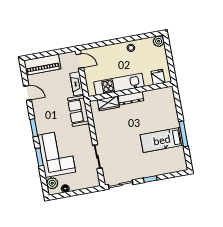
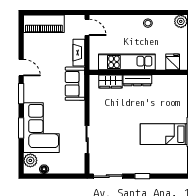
door: (28, 93) -> (21, 68), moved

